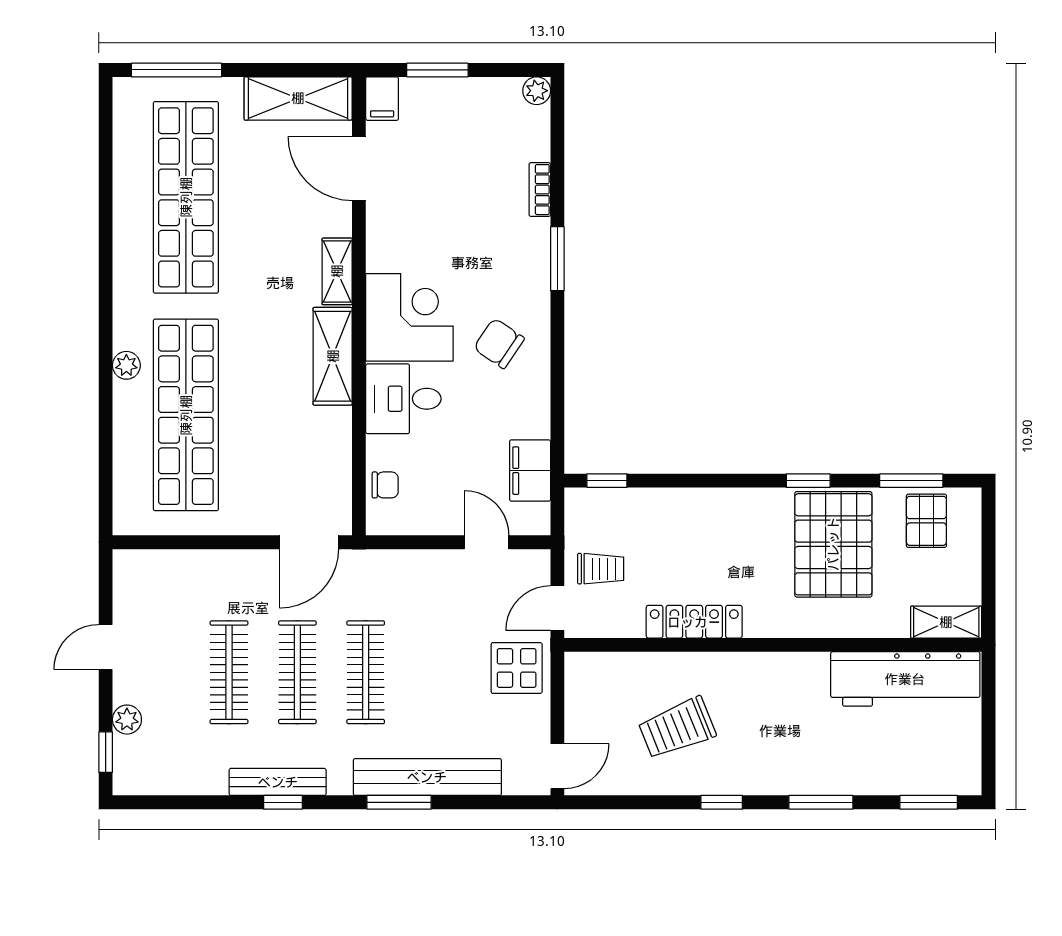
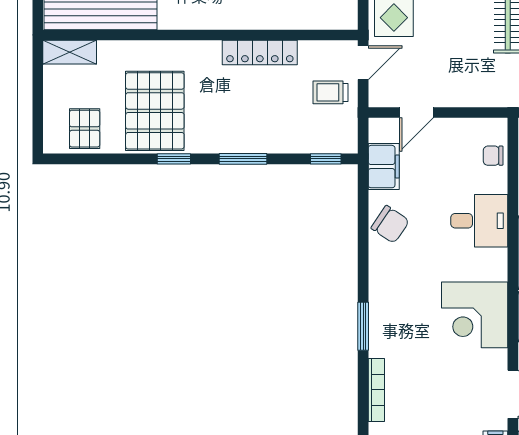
bookcase: (540, 190) -> (376, 390), width x1.56
corner desk: (409, 317) -> (475, 315), moved
chair: (499, 343) -> (390, 224), moved
window: (911, 481) -> (243, 159), moved
door: (487, 542) -> (417, 112), hinge flipped

